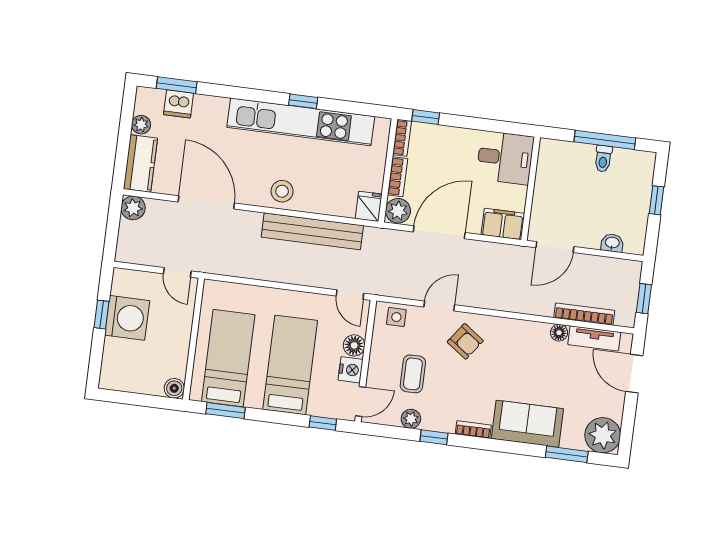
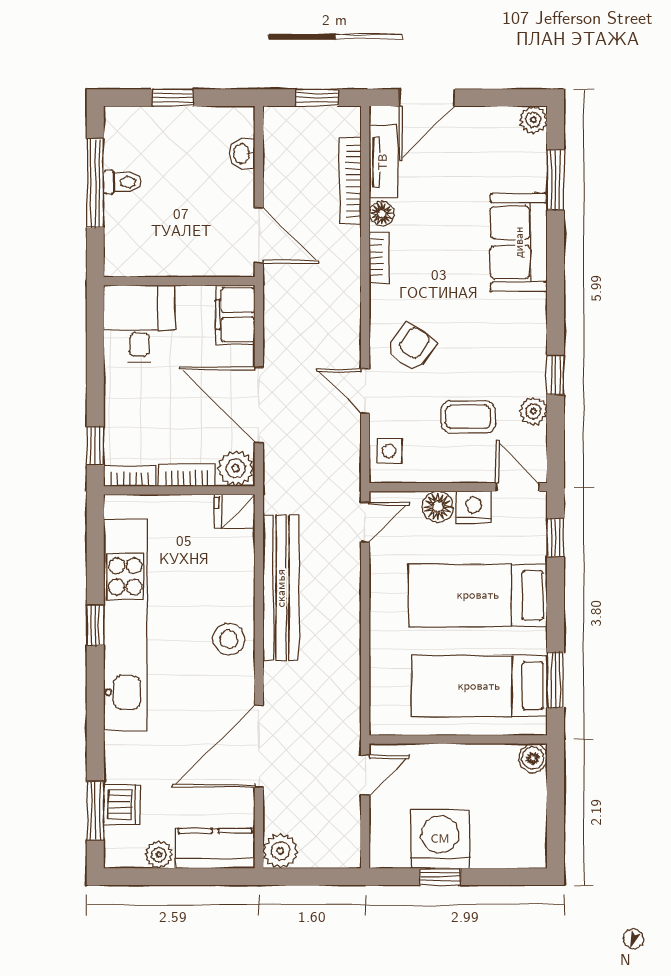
bookcase: (473, 430) -> (379, 258), moved, turned 180
plant: (603, 435) -> (533, 120), width x0.53, depth x0.53

